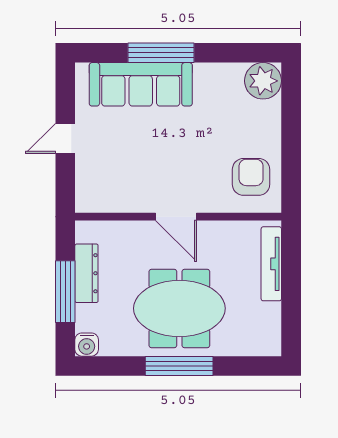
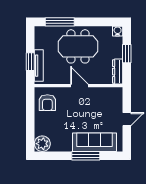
dresser: (86, 273) -> (118, 72), moved
window: (291, 273) -> (30, 62), added
window: (65, 292) -> (127, 54), width x0.69
window: (179, 366) -> (60, 22), moved

